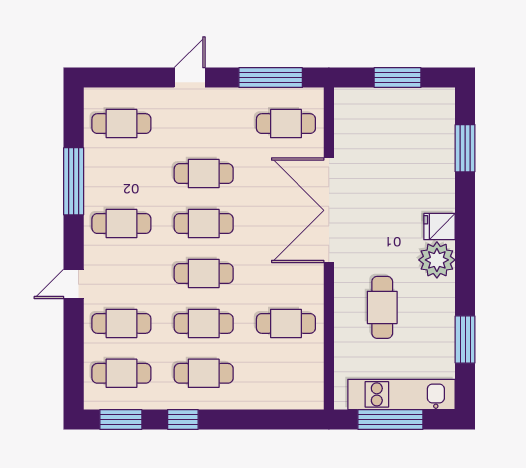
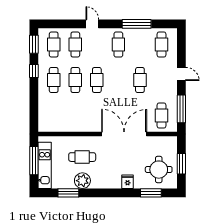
round table: (411, 130) -> (159, 170), added
cafe table: (204, 224) -> (118, 80), removed
fridge: (439, 227) -> (128, 182), moved
plant: (437, 260) -> (82, 181), moved
cafe table: (286, 323) -> (75, 115), removed

